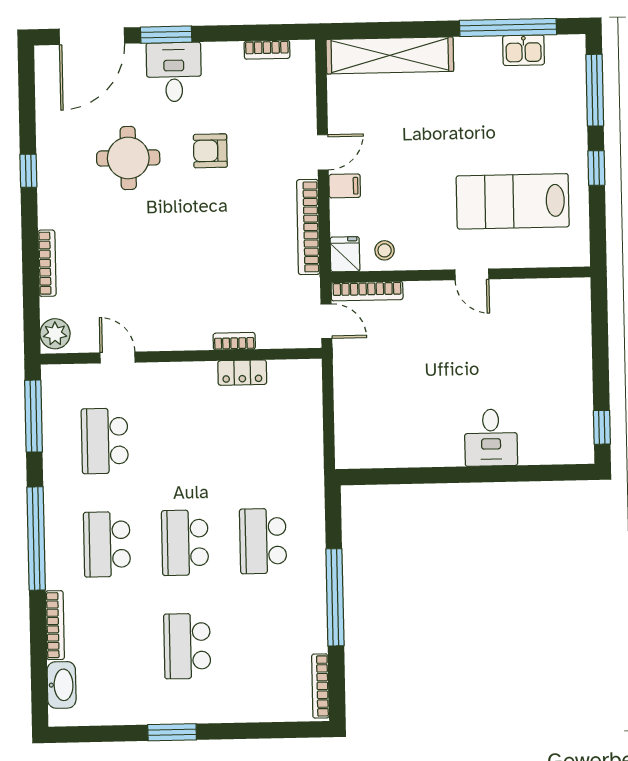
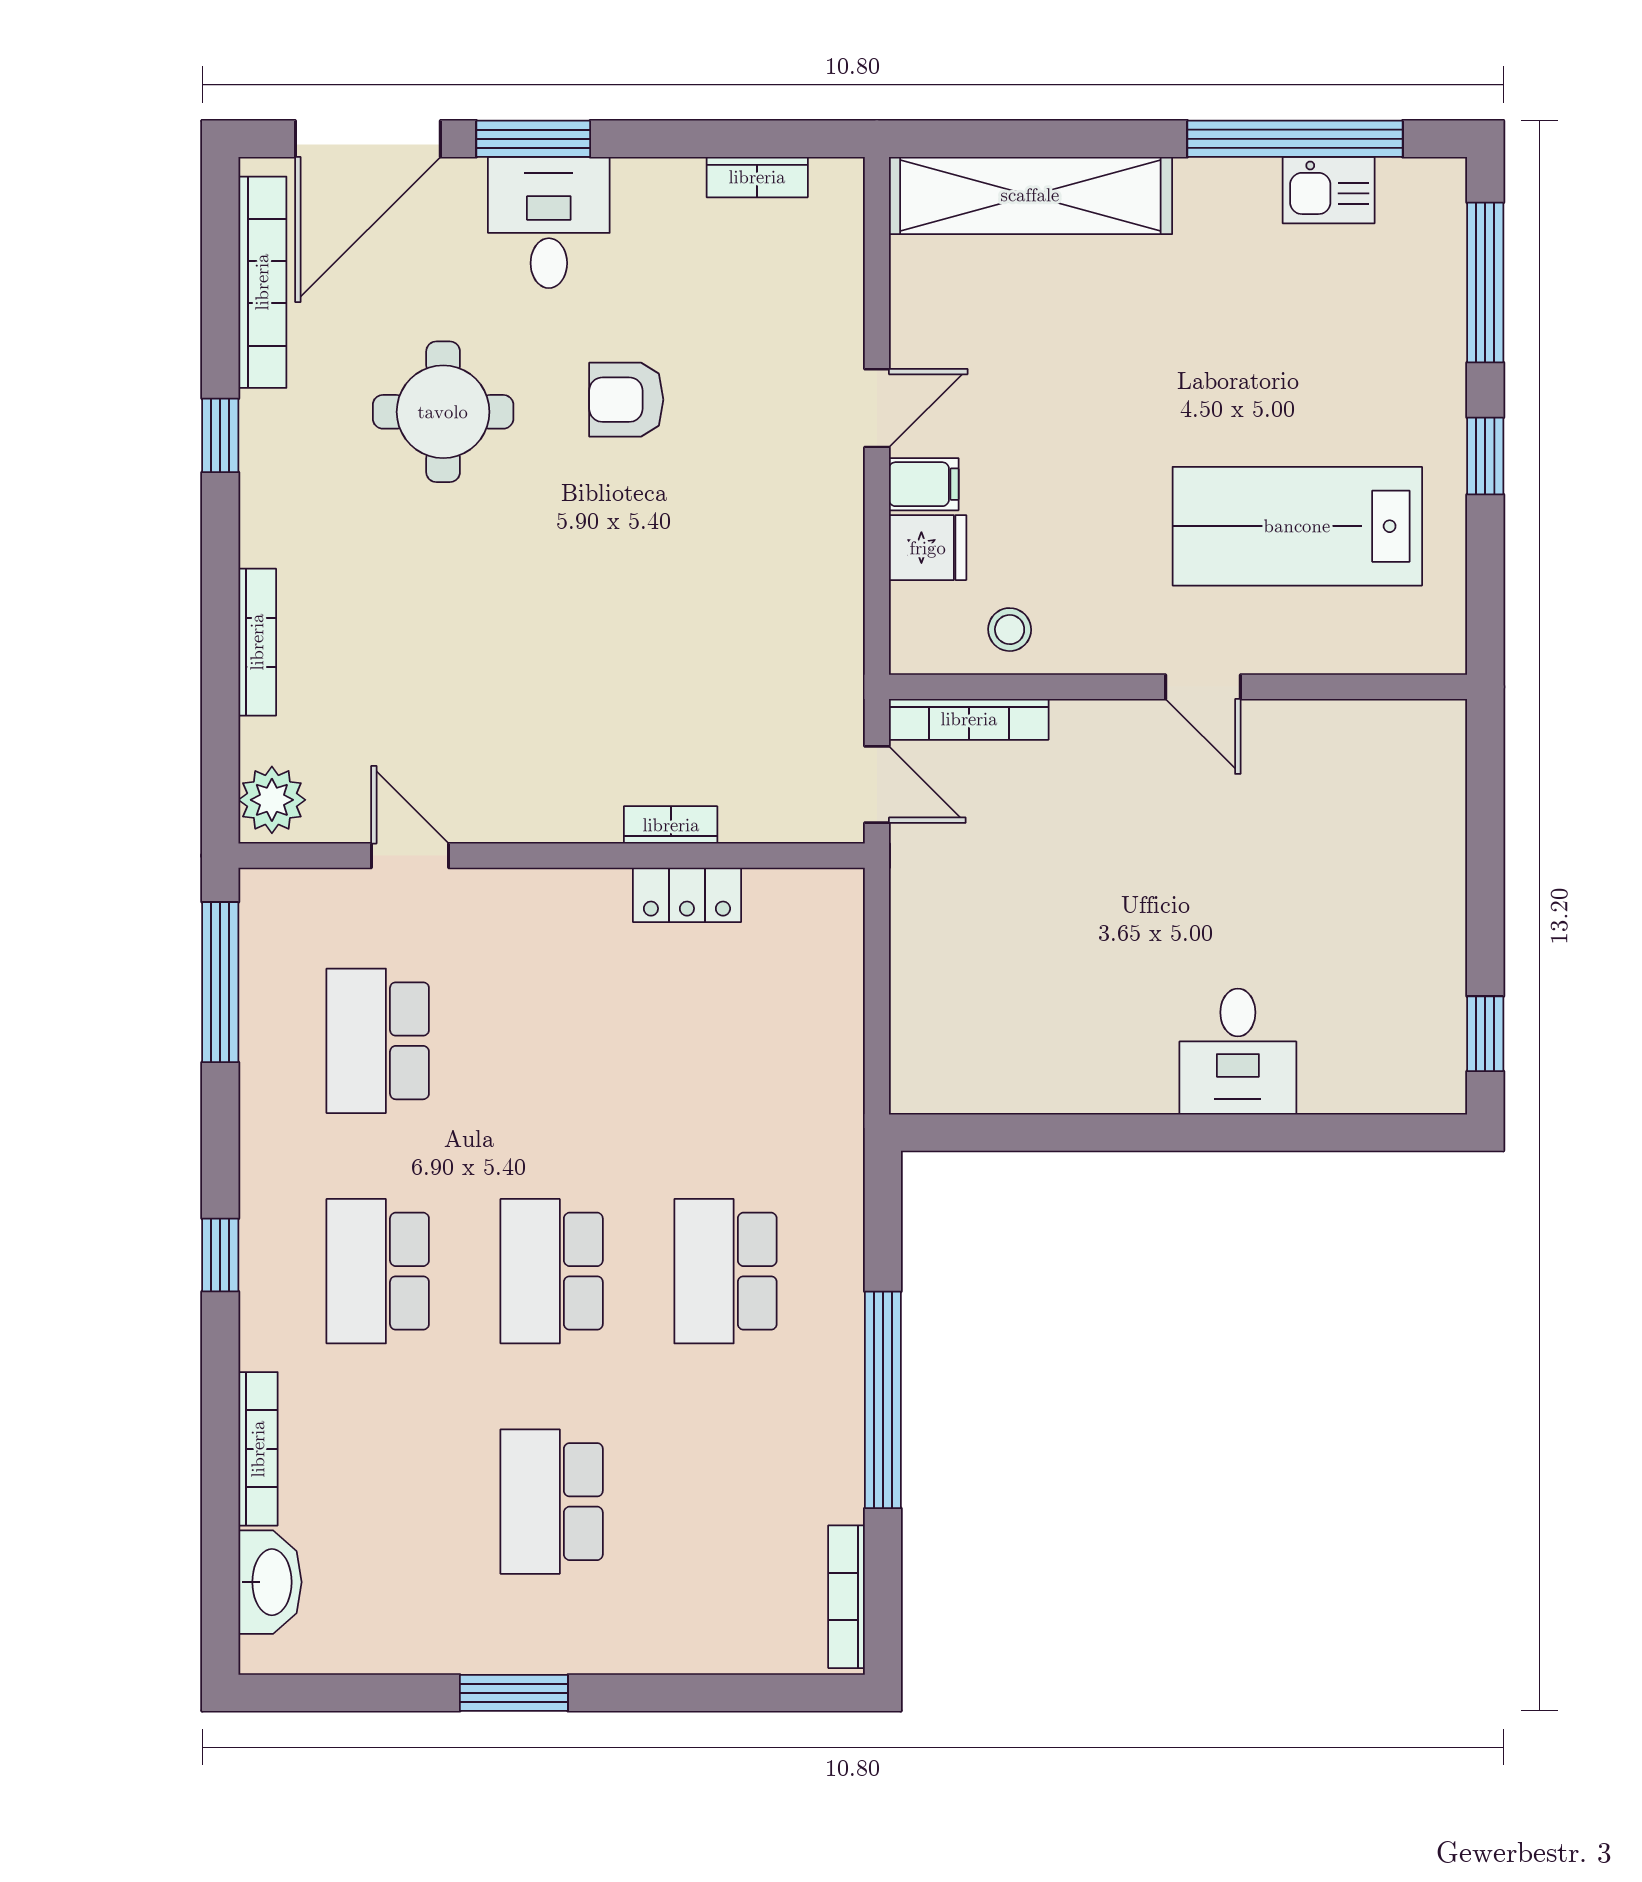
bookcase: (308, 227) -> (262, 282), moved, turned 180
fridge: (345, 254) -> (928, 548), moved, turned 90
window: (36, 539) -> (220, 1255), width x0.32

